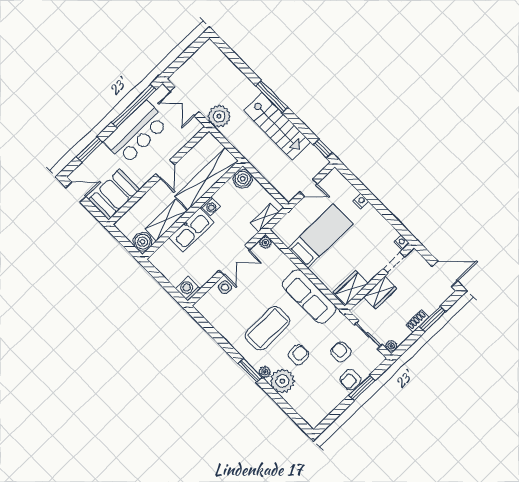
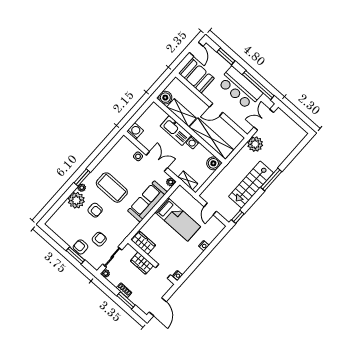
double door: (234, 260) -> (157, 161), swing flipped
sofa: (309, 297) -> (147, 201), moved

